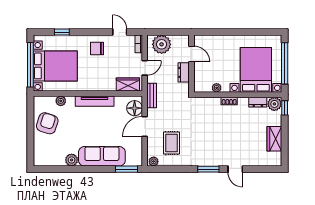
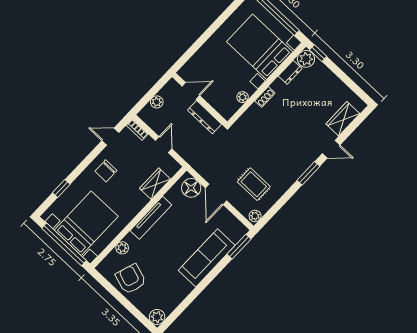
plant: (162, 44) -> (157, 102), width x0.53, depth x0.53
dresser: (184, 72) -> (205, 117), width x1.44
wardrobe: (128, 85) -> (155, 184), moved
bench: (152, 95) -> (194, 162), removed
wardrobe: (274, 139) -> (343, 119), moved, turned 90
plant: (72, 160) -> (157, 317), moved

